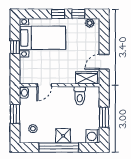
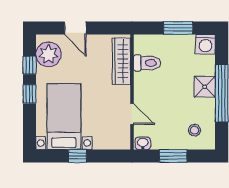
plant: (90, 23) -> (49, 54), width x1.88, depth x1.88
door: (104, 62) -> (75, 28), moved
wardrobe: (86, 78) -> (121, 61), width x1.50

